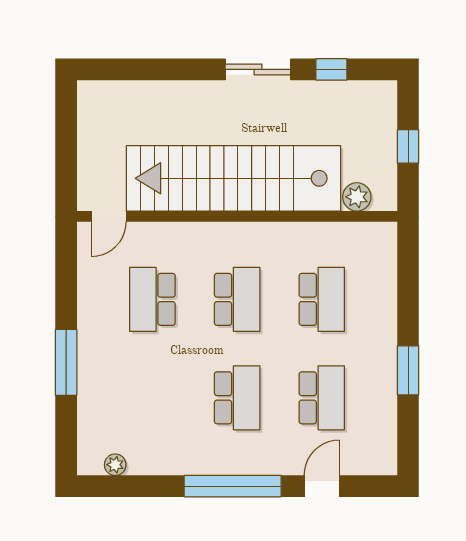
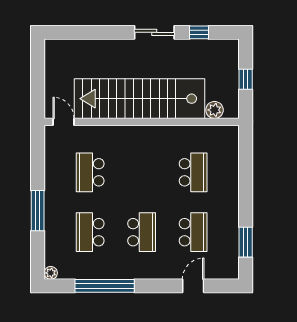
door: (109, 216) -> (64, 122), swing flipped
school desk: (237, 299) -> (90, 232), moved, turned 180
window: (408, 370) -> (246, 242), moved
plant: (115, 465) -> (51, 273), moved
window: (233, 486) -> (105, 286), moved

